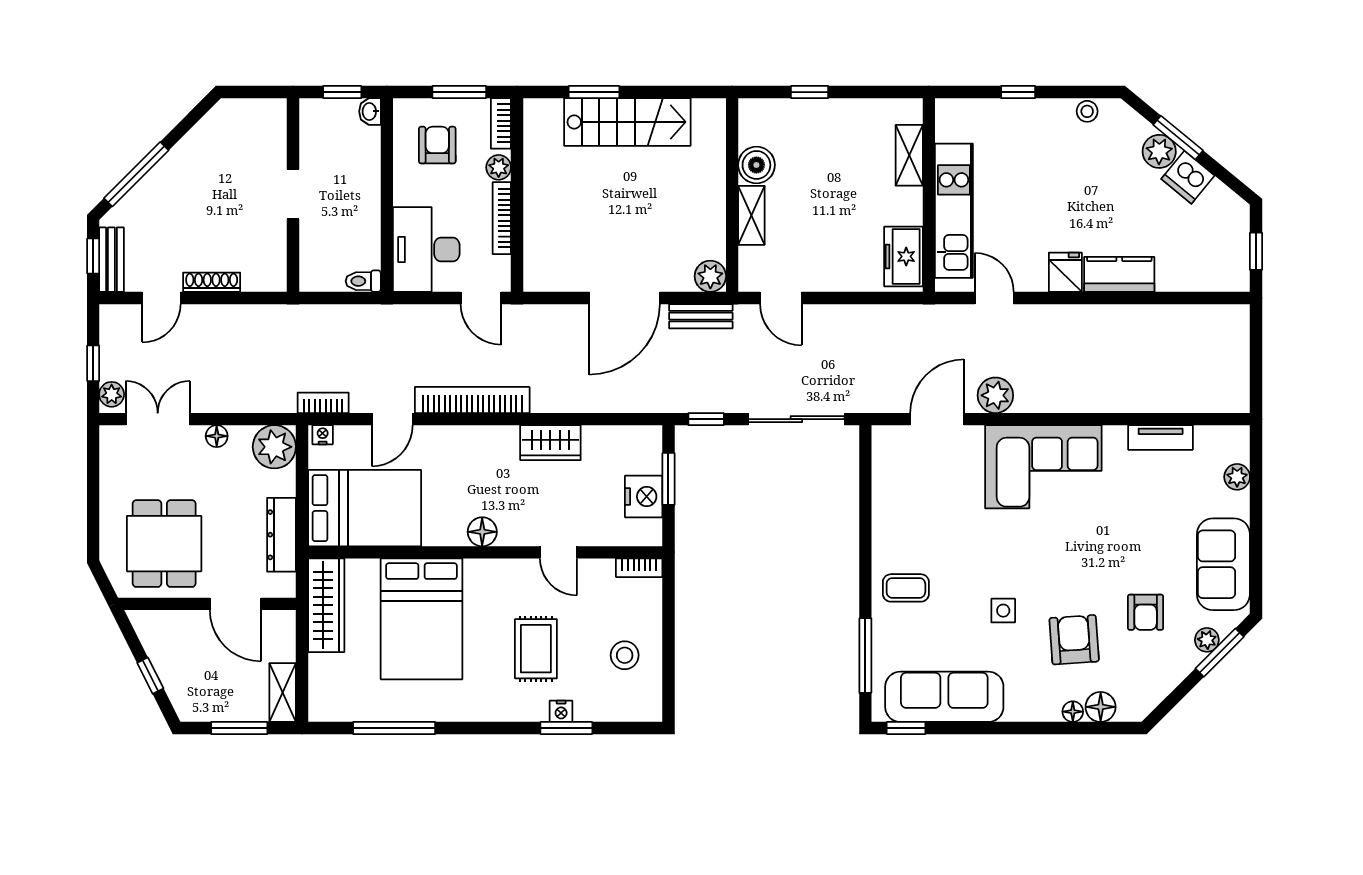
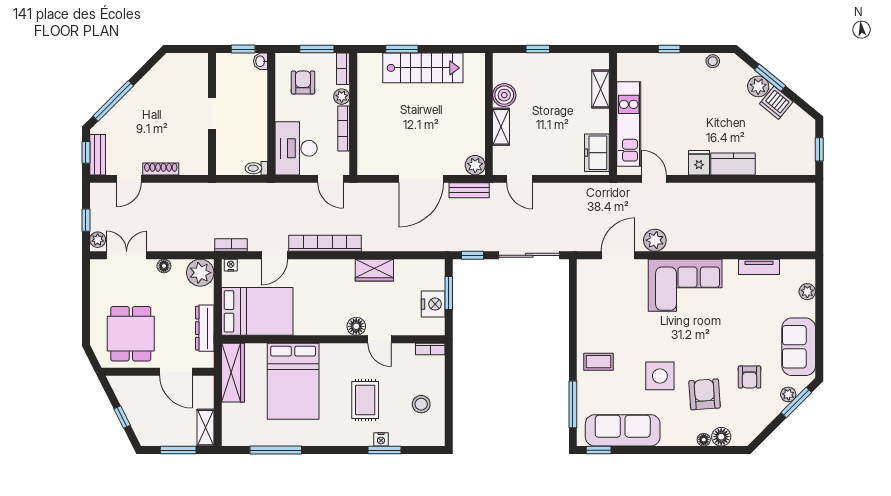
floor lamp: (482, 532) -> (356, 326), moved
side table: (1003, 611) -> (660, 376), width x1.87, depth x1.87

